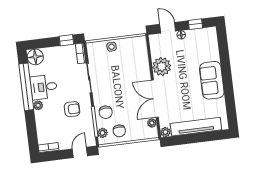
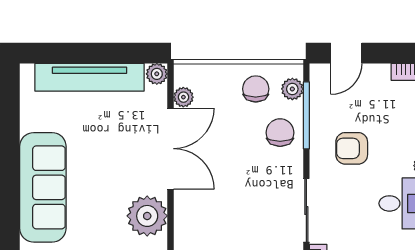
sofa: (212, 80) -> (43, 187), width x1.36

